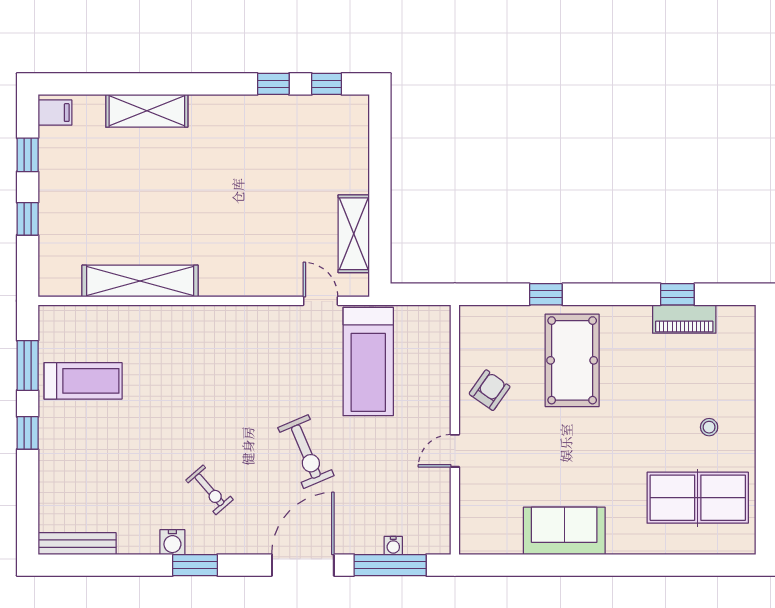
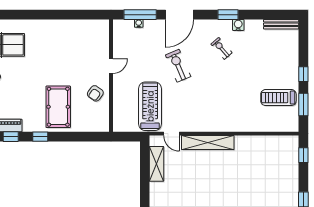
window: (28, 219) -> (303, 155), moved
shelving: (140, 281) -> (208, 142), moved
window: (546, 294) -> (40, 137), moved
sofa: (564, 531) -> (62, 30), removed

